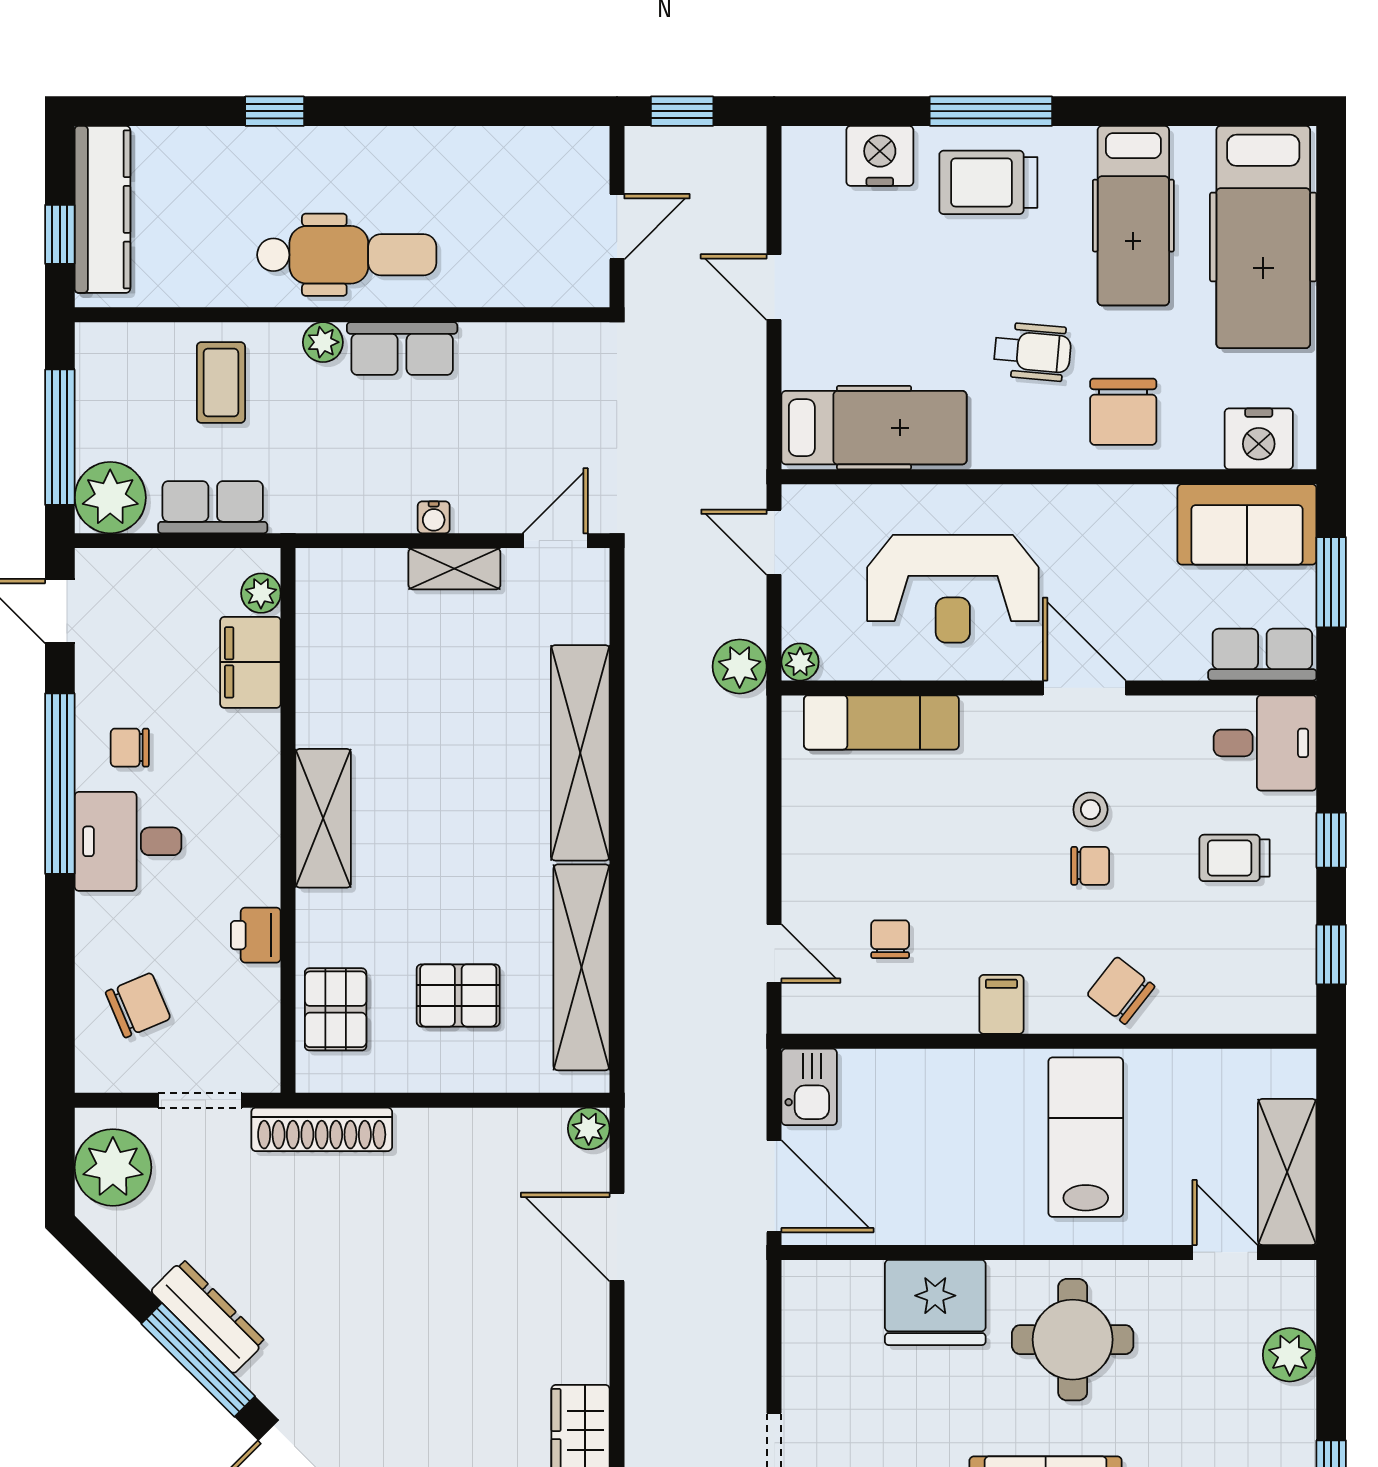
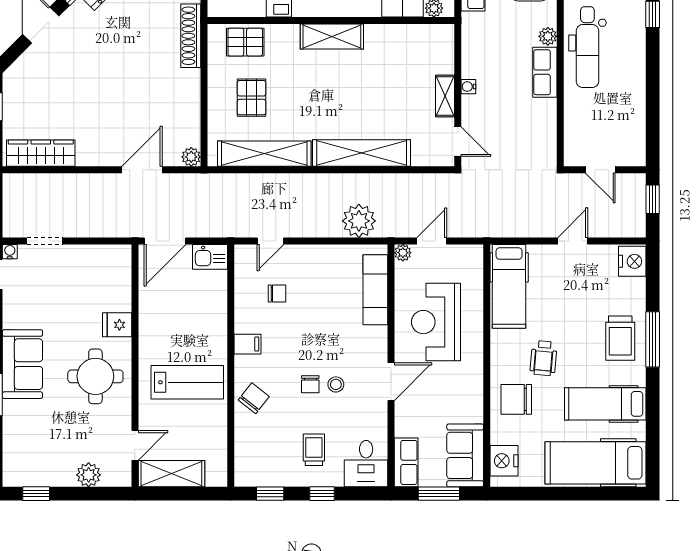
nightstand: (880, 156) -> (632, 261), moved
trolley: (988, 182) -> (620, 338), turned 180
door: (774, 542) -> (432, 241), moved
plant: (740, 666) -> (359, 221), moved, width x1.36, depth x1.36
fridge: (935, 1302) -> (117, 325), width x0.53, depth x0.75

